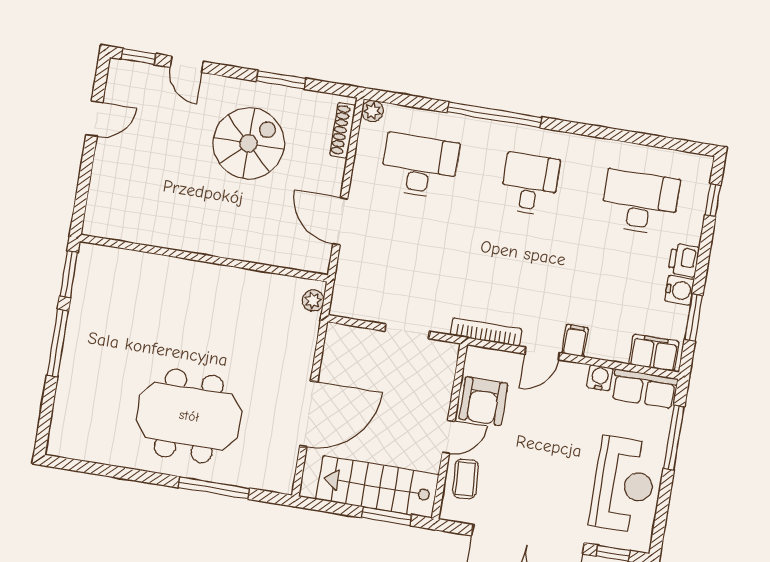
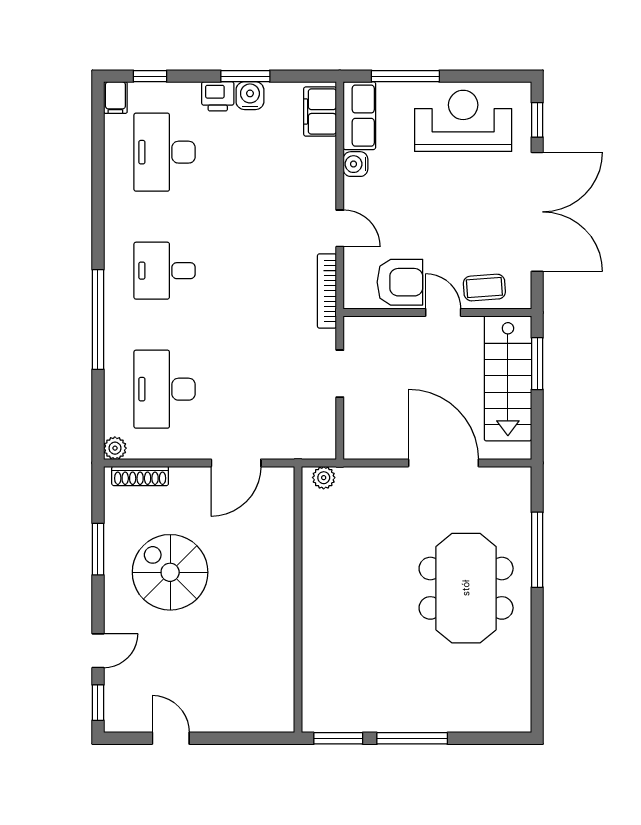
window: (694, 318) -> (245, 76), moved
filing cabinet: (575, 341) -> (115, 98), moved, turned -90

